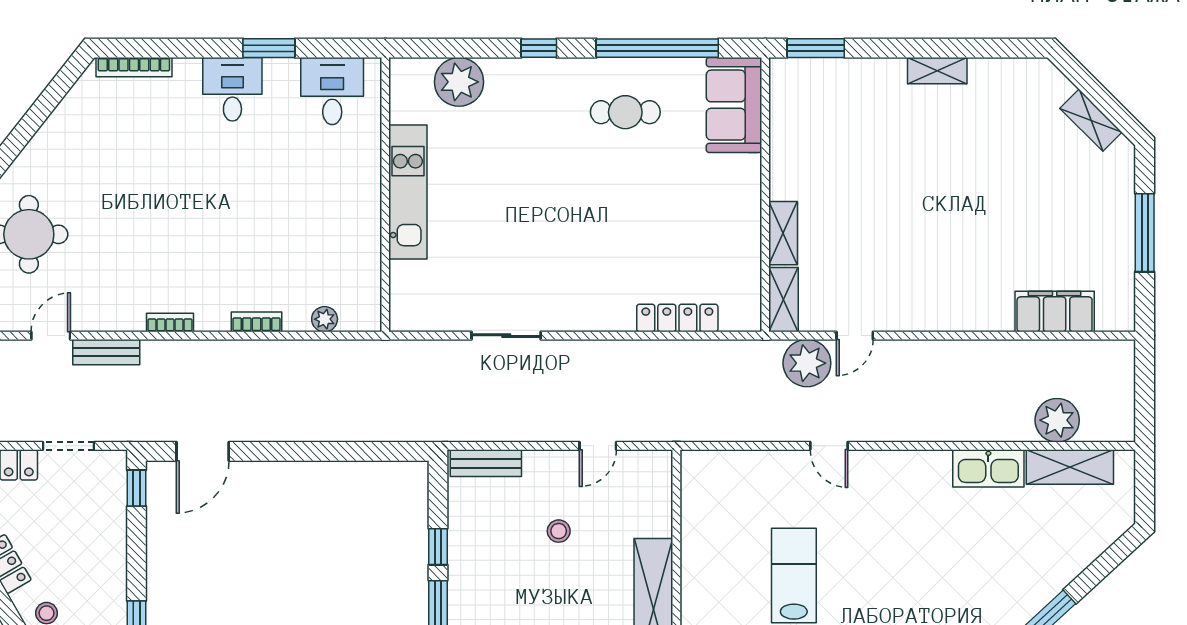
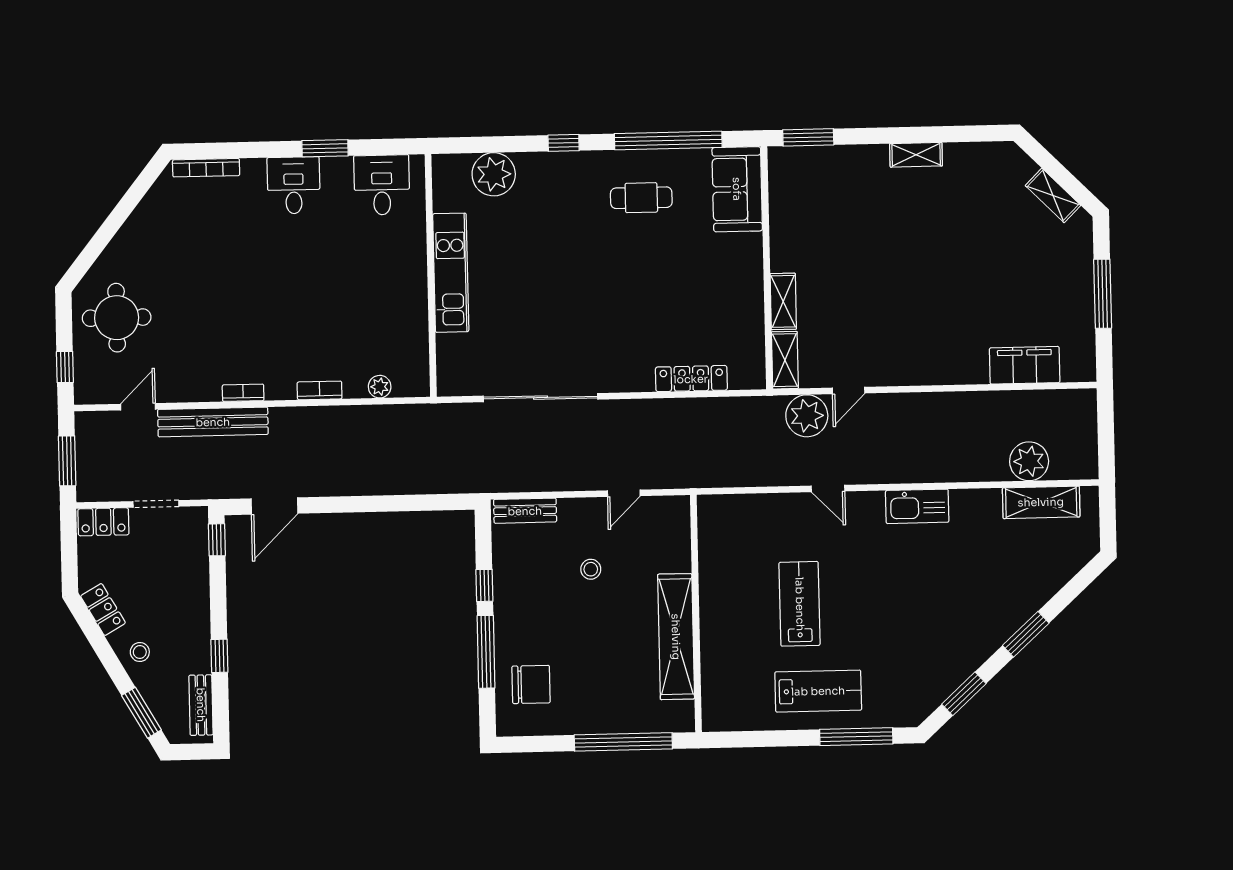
sliding door: (506, 336) -> (540, 398), width x1.86
bench: (106, 352) -> (213, 422), width x1.86, depth x1.21
kitchen sink: (988, 468) -> (917, 506), moved

